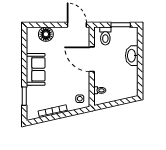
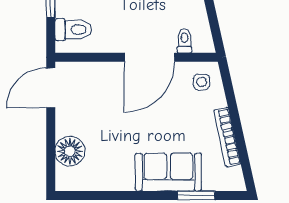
door: (92, 59) -> (149, 57), moved
sofa: (36, 69) -> (168, 172), moved

